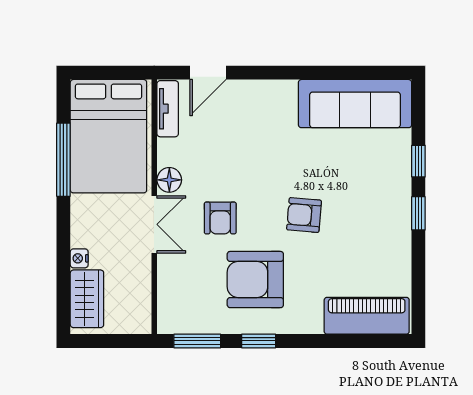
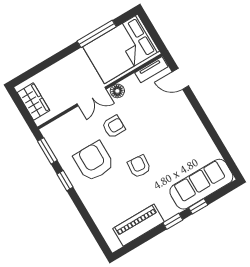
sofa: (355, 104) -> (201, 184), moved, turned 90
armchair: (220, 218) -> (114, 127), turned 180
nightstand: (79, 258) -> (53, 70), removed
wardrobe: (87, 299) -> (33, 101), moved, turned -90
piano: (367, 316) -> (139, 225), moved, turned -90

